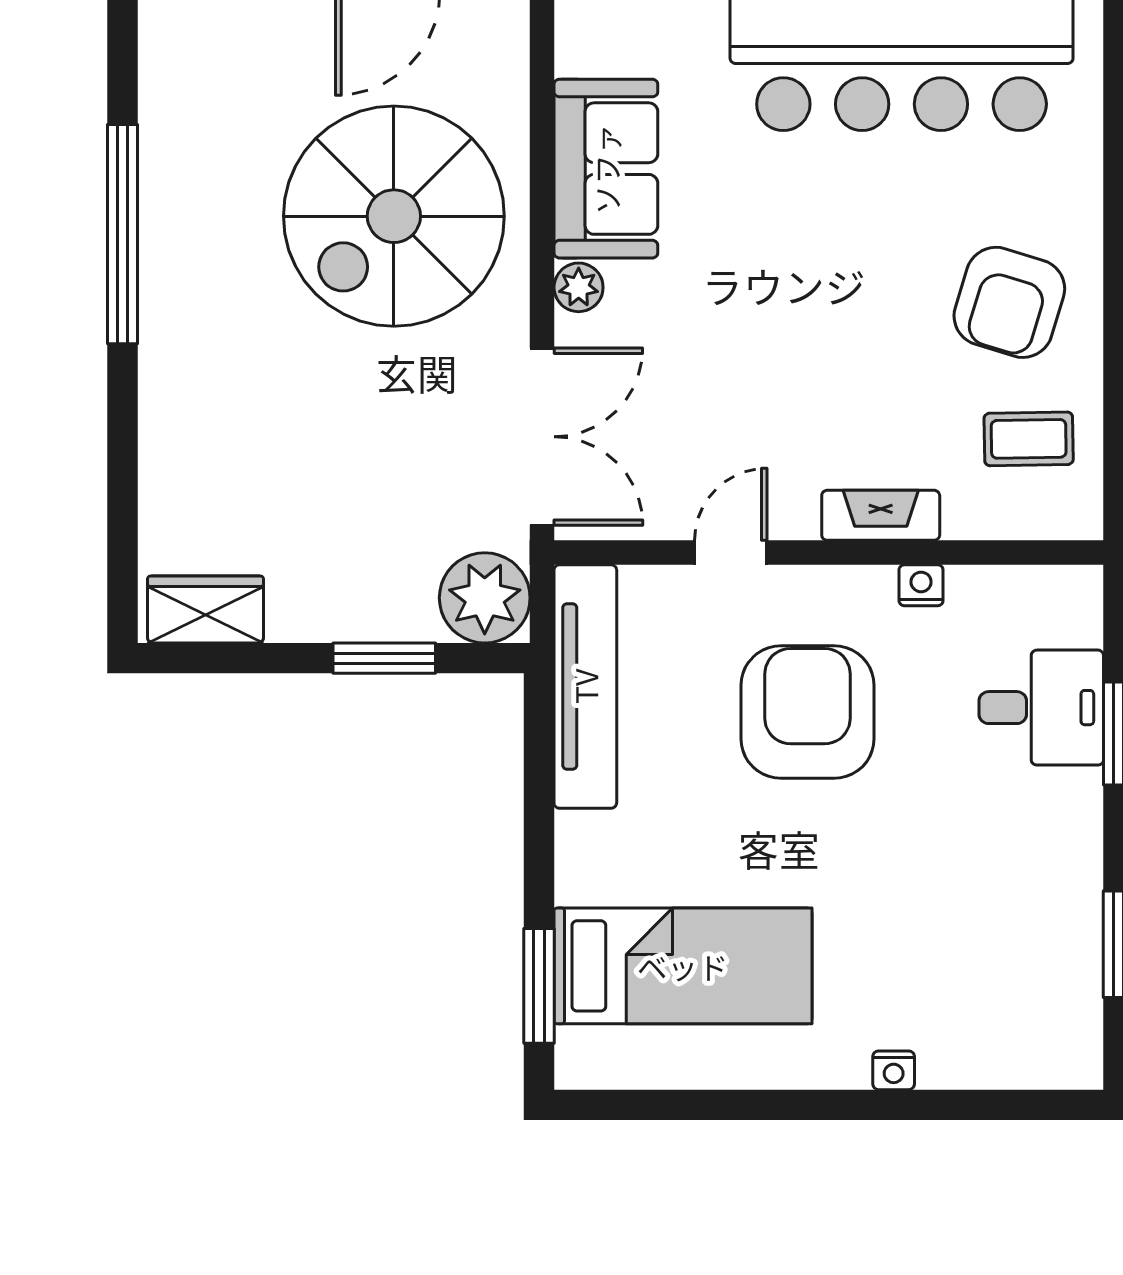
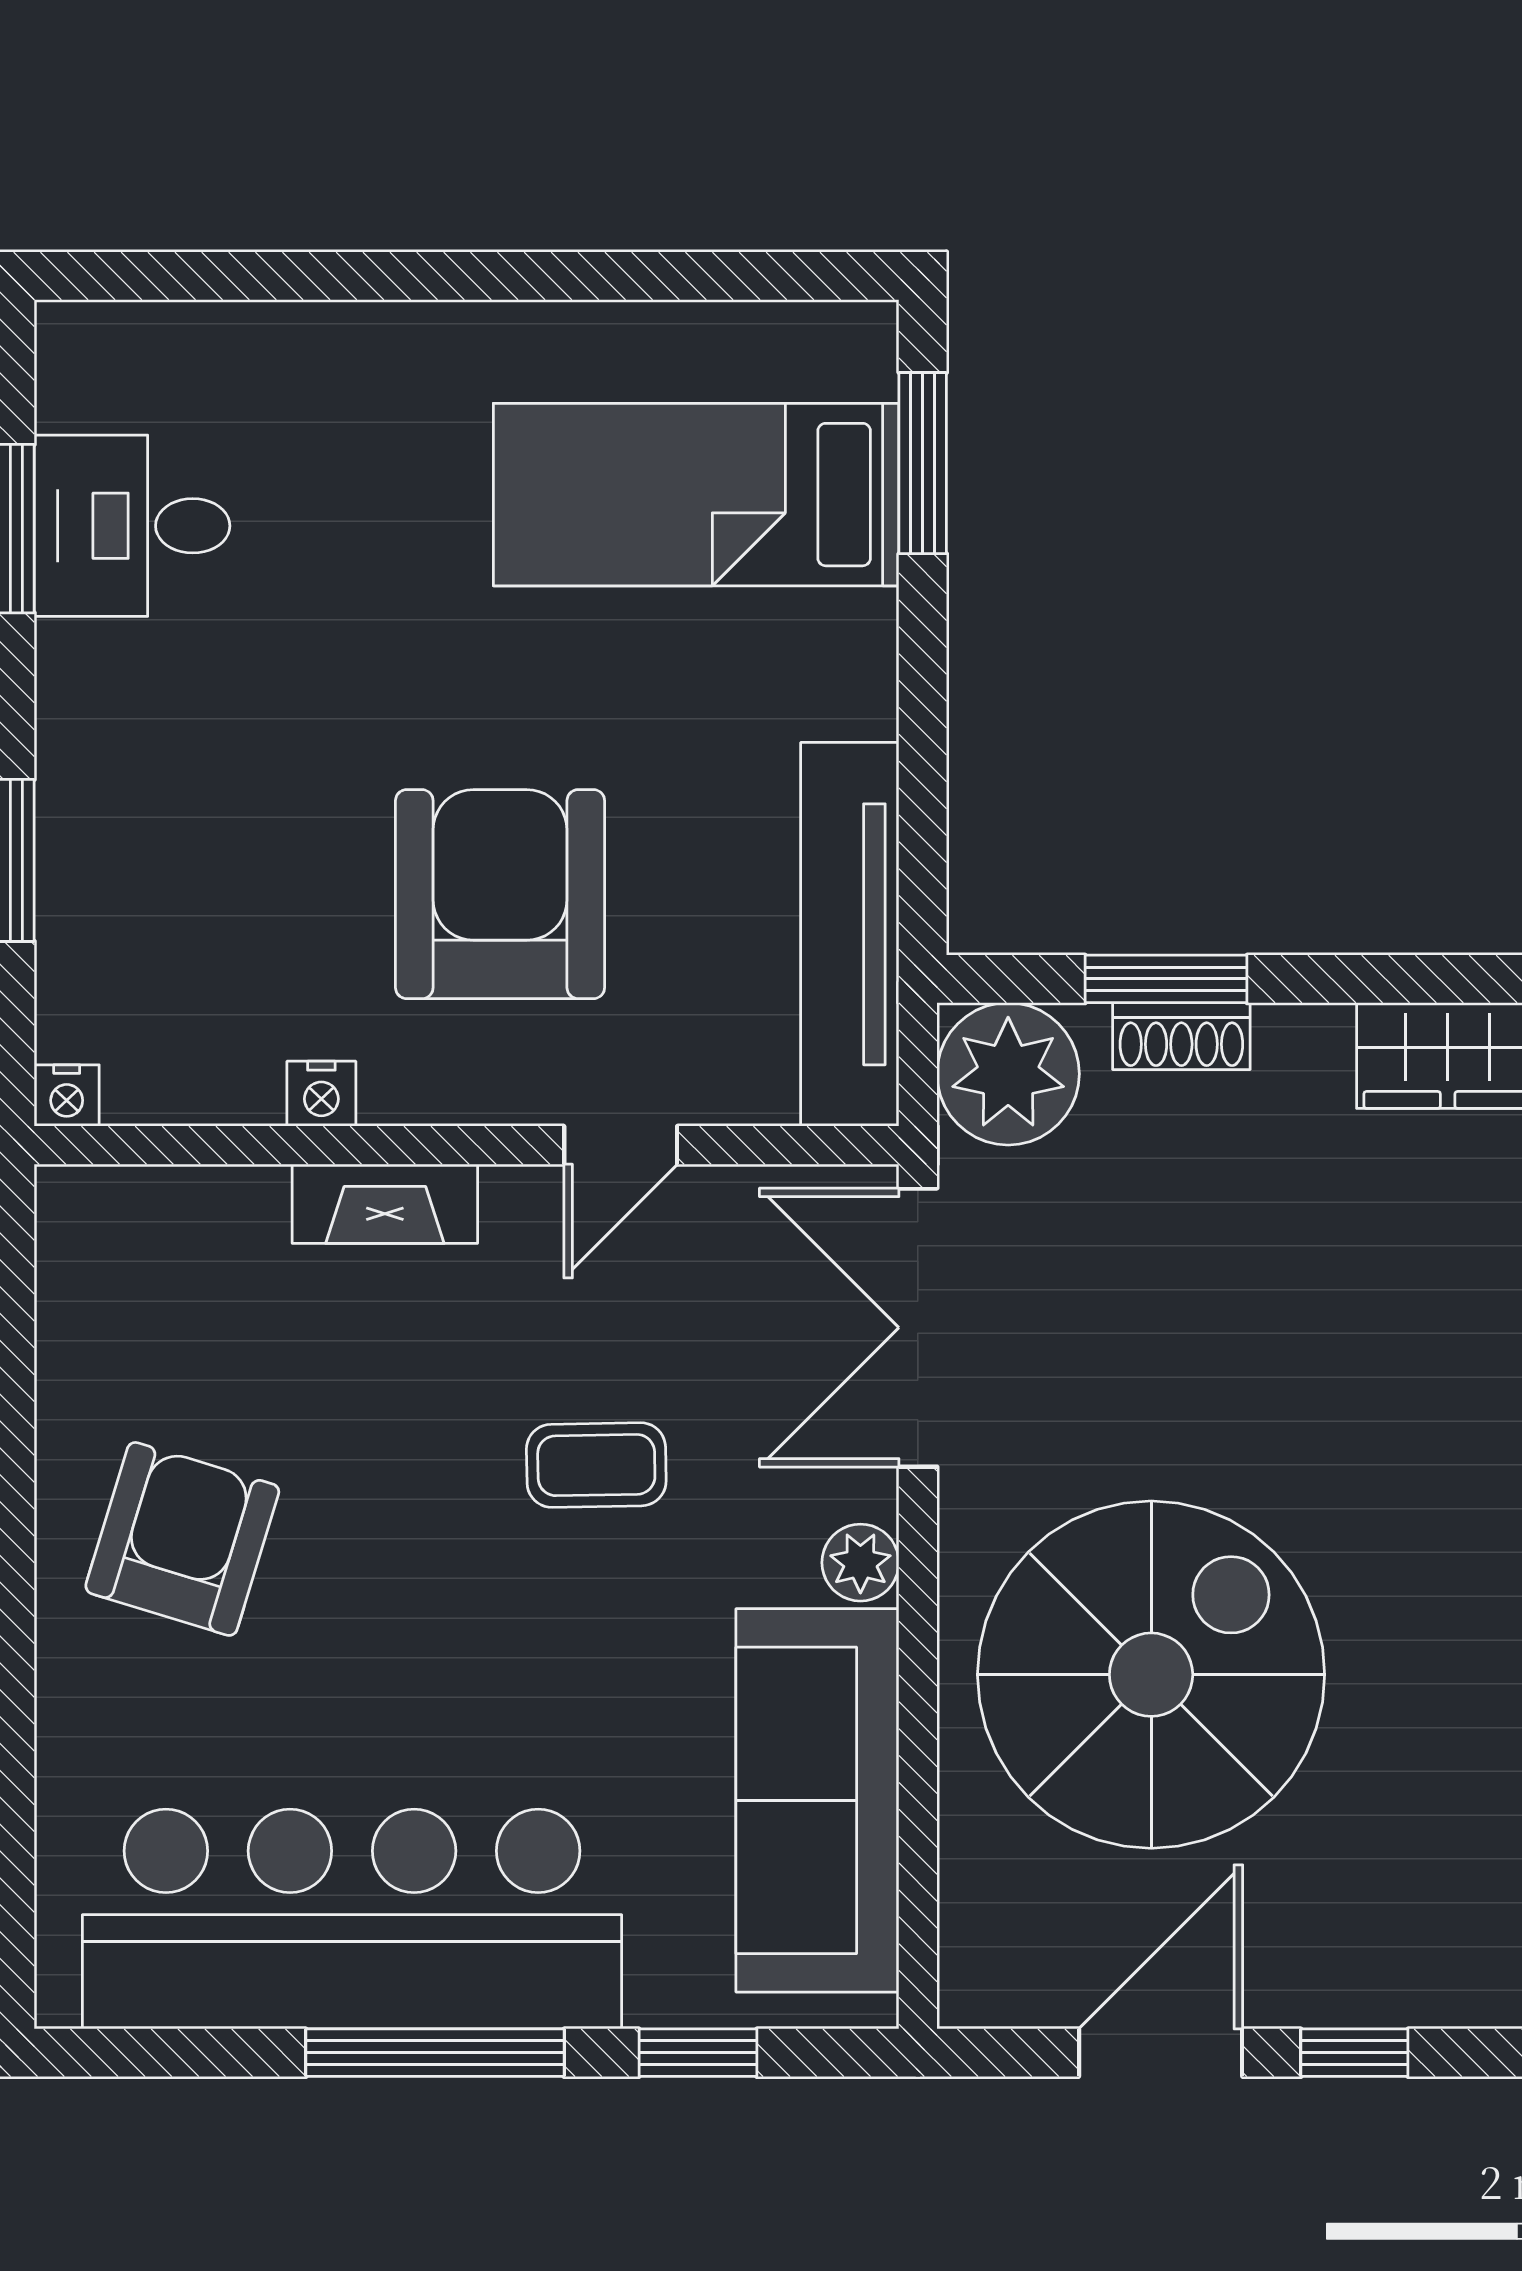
sofa: (606, 169) -> (817, 1800), width x1.36
coffee table: (1029, 439) -> (596, 1465), moved
shoe rack: (375, 622) -> (1181, 1036), added
desk: (1041, 708) -> (132, 526), moved
armchair: (808, 712) -> (500, 894), turned 180
nightstand: (894, 1070) -> (67, 1096), moved, turned 180

